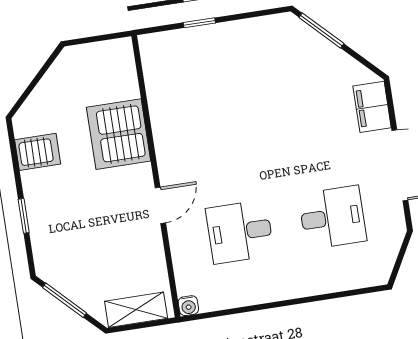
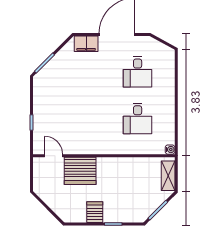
server rack: (38, 152) -> (95, 212), moved
door: (160, 205) -> (54, 156), moved
desk: (332, 217) -> (138, 72), turned 180

